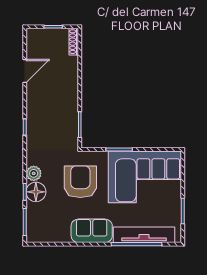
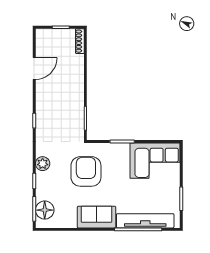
corner sofa: (145, 177) -> (155, 161), width x0.73, depth x0.74
floor lamp: (36, 192) -> (45, 210), moved

